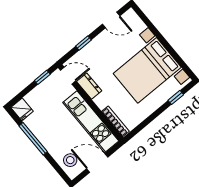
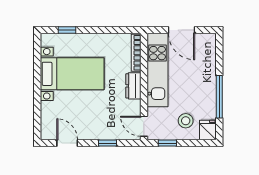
bed with nightstands: (147, 70) -> (72, 74), width x0.73
dresser: (89, 86) -> (133, 86), moved
stool: (70, 160) -> (186, 121), moved

